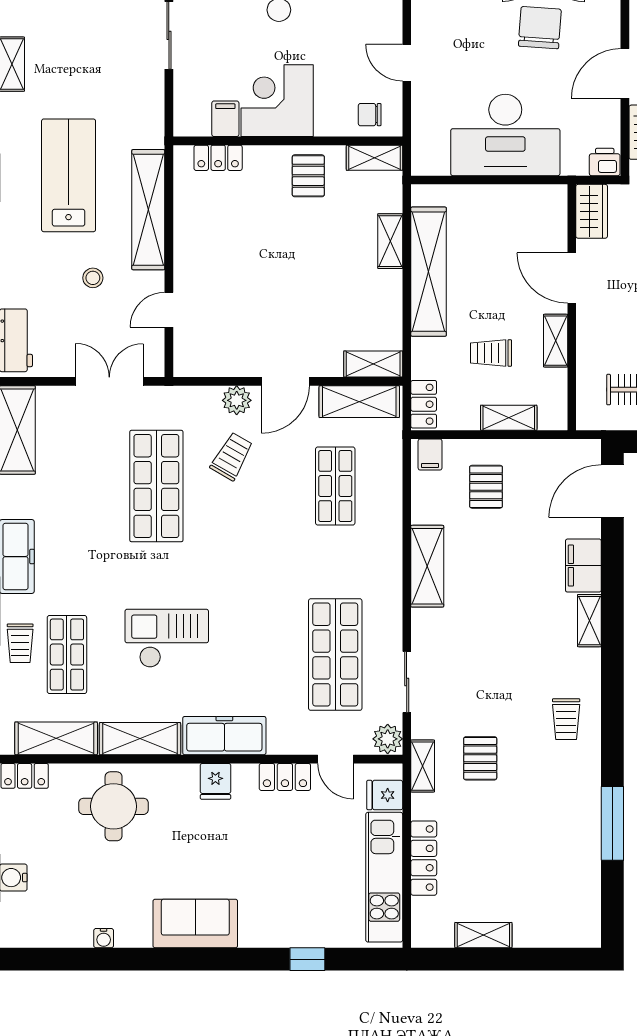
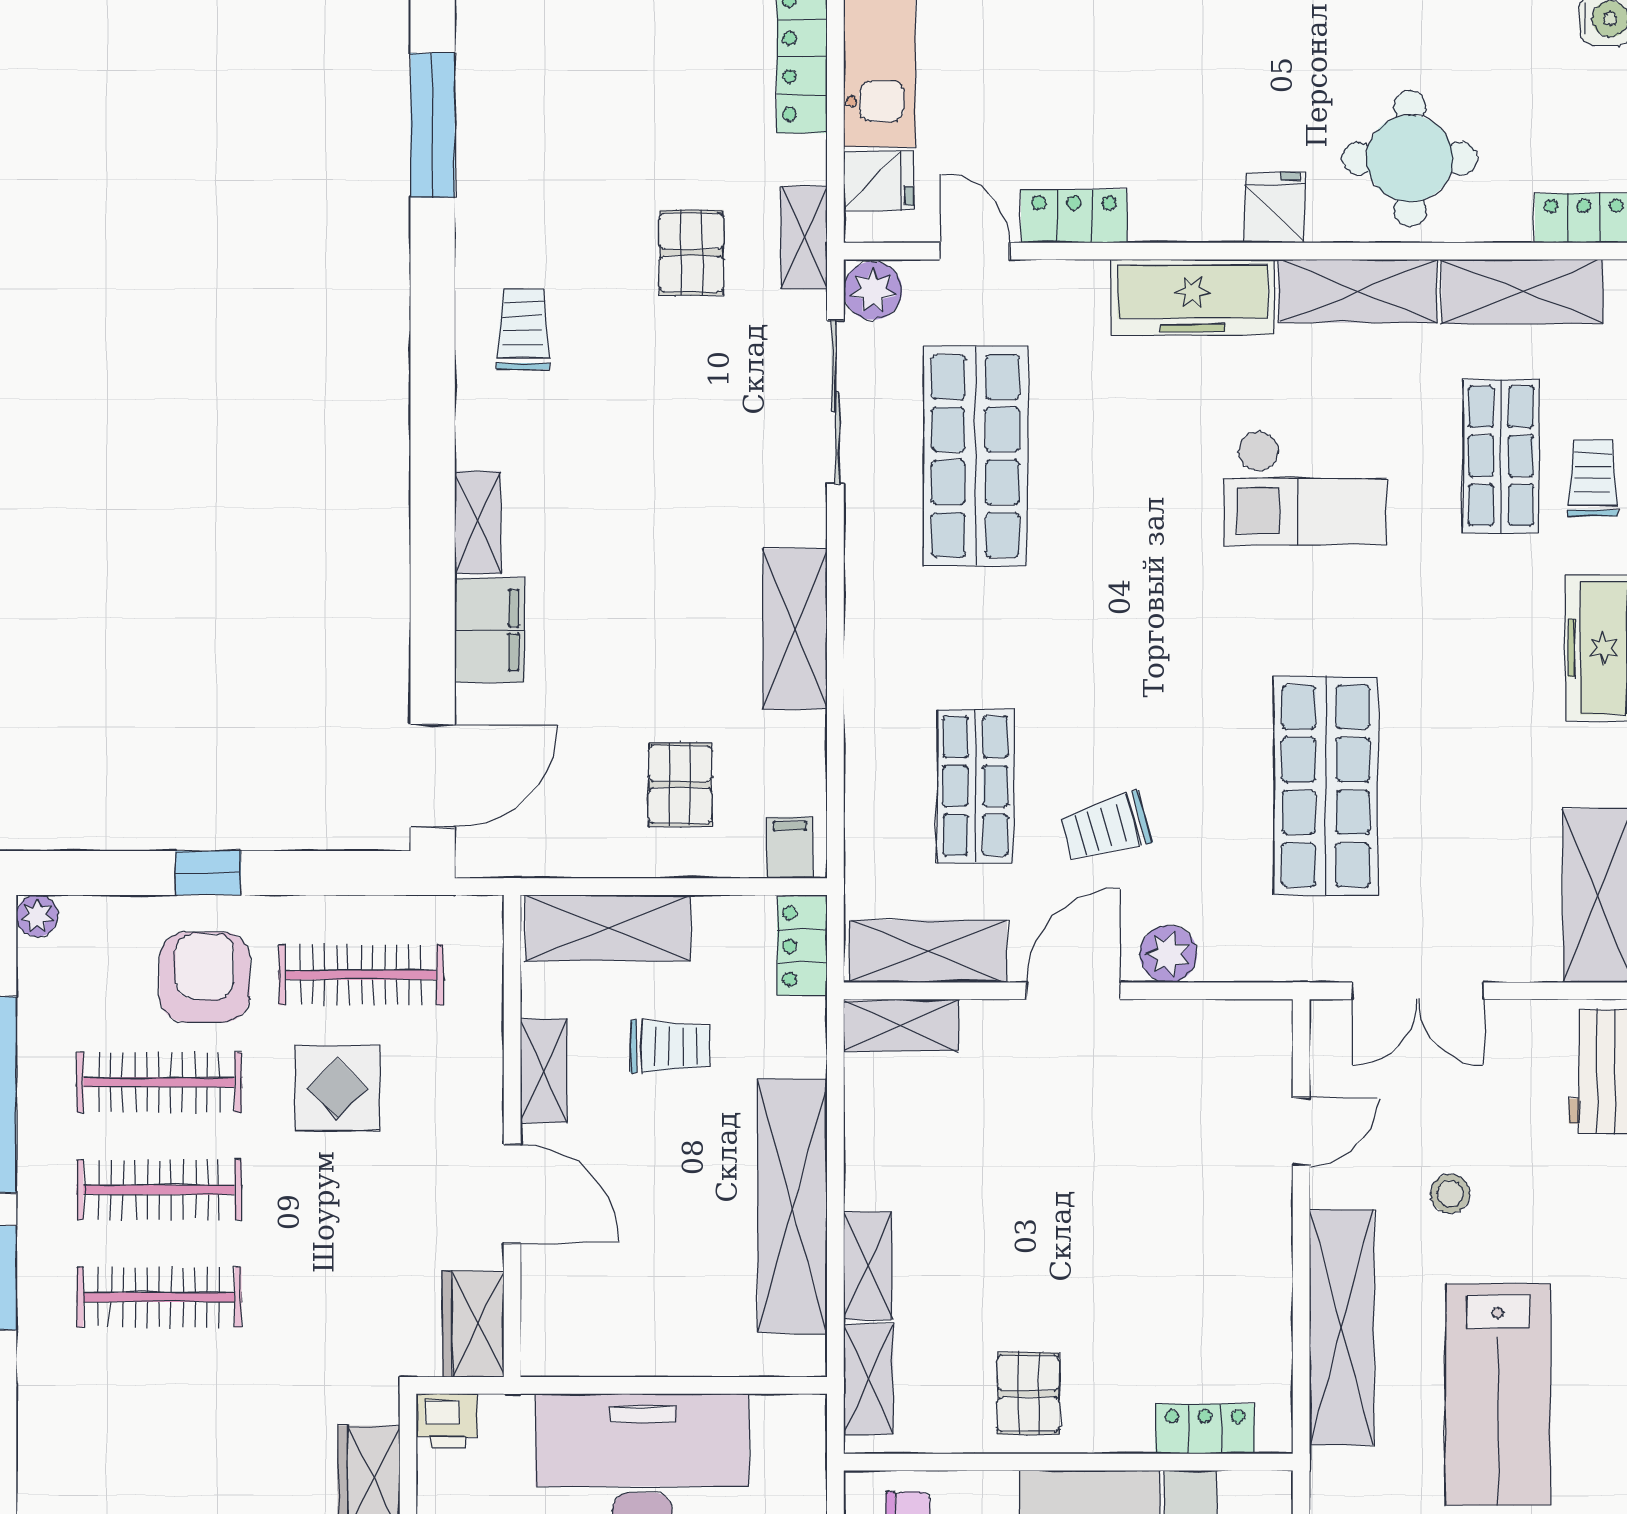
shelving: (374, 158) -> (868, 1379), moved, turned 90
shelving: (509, 418) -> (608, 928), width x1.50, depth x1.33
trolley: (232, 456) -> (1106, 827), moved, turned 44
sliding door: (407, 682) -> (835, 402), width x1.37
fridge: (215, 781) -> (1275, 208), moved

